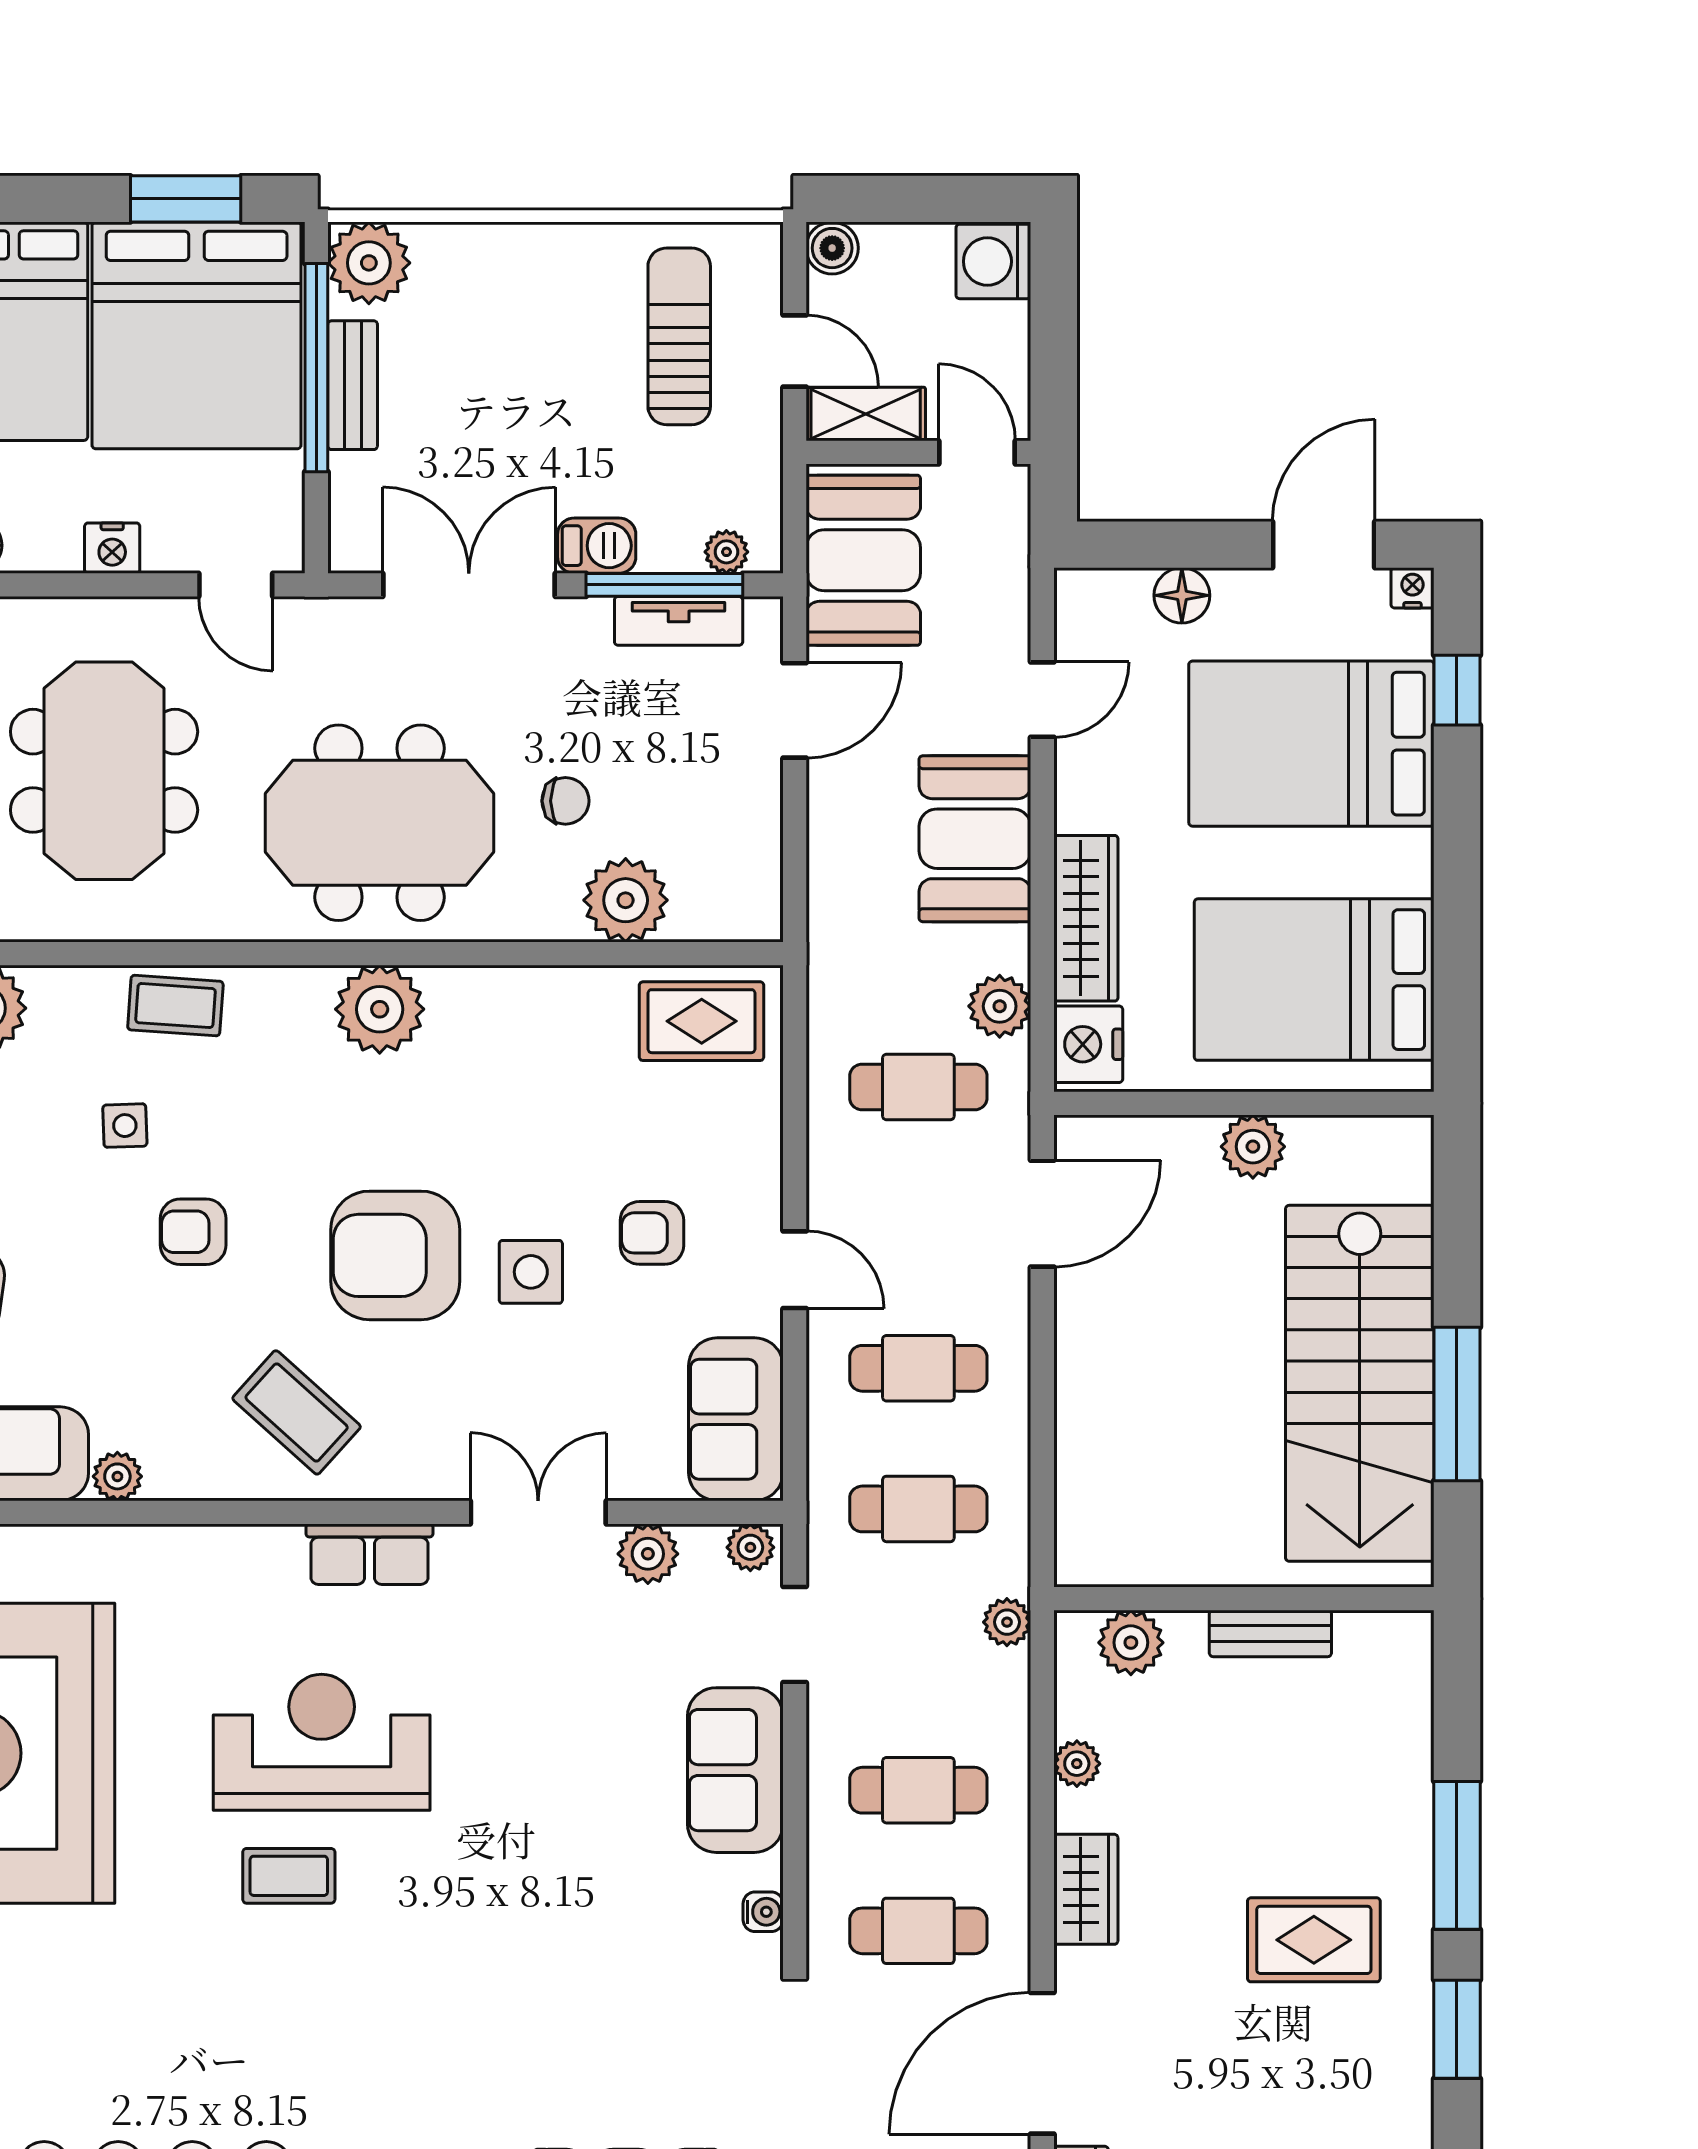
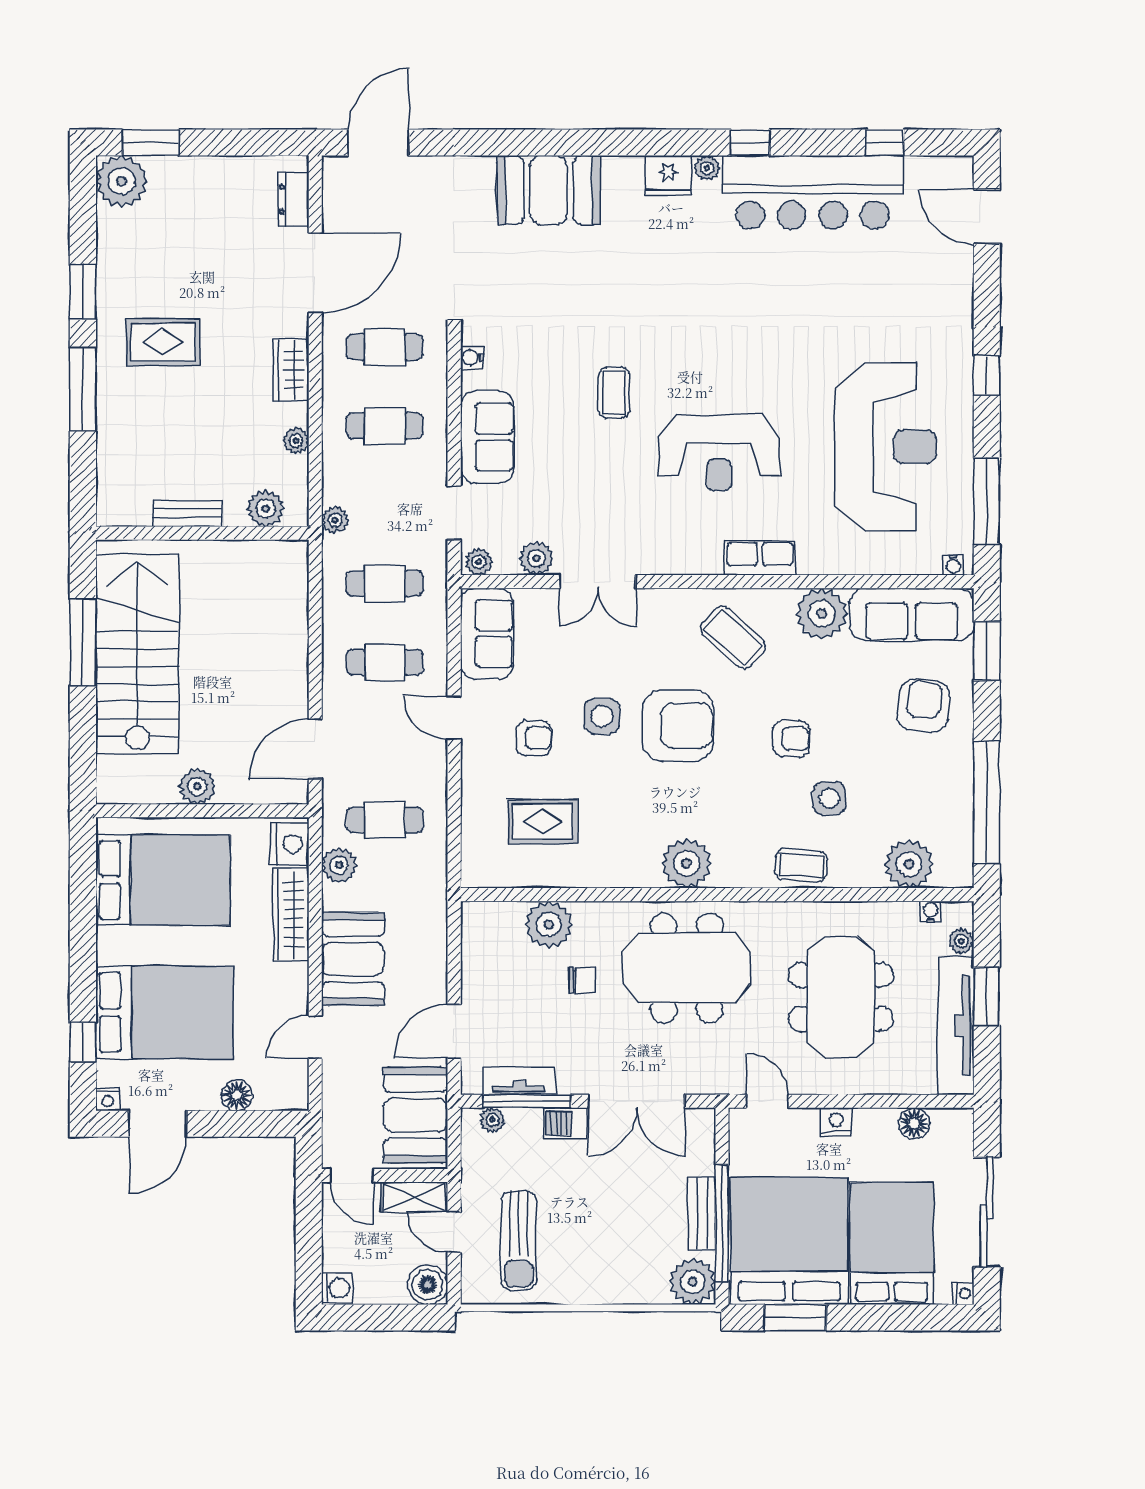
boiler: (832, 248) -> (428, 1285), width x1.36, depth x1.36
washing machine: (993, 261) -> (337, 1288), width x0.73, depth x0.73
chair: (565, 801) -> (582, 980), turned 180
rug: (702, 1021) -> (543, 822), moved
side table: (125, 1126) -> (829, 798), width x1.37, depth x1.37
plant: (117, 1476) -> (822, 614), width x1.87, depth x1.87
row of seats: (369, 1554) -> (760, 558), moved
coffee table: (289, 1876) -> (614, 393), moved, turned 90

